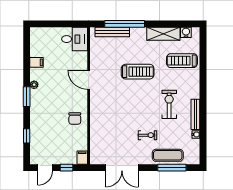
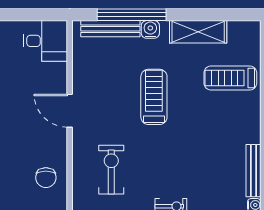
water cooler: (186, 32) -> (150, 29), moved
treadmill: (138, 72) -> (154, 97), turned -90
exercise bike: (169, 104) -> (111, 170), moved

